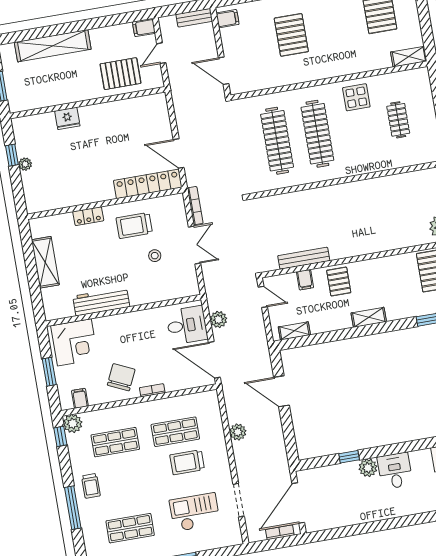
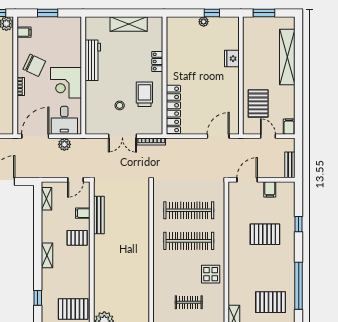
filing cabinet: (228, 19) -> (270, 189), moved
door: (179, 153) -> (218, 136), moved
corner desk: (74, 342) -> (66, 83), moved

